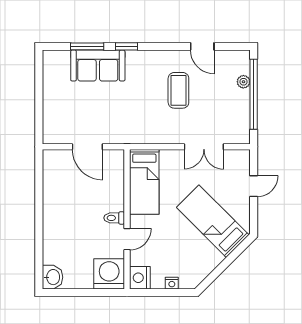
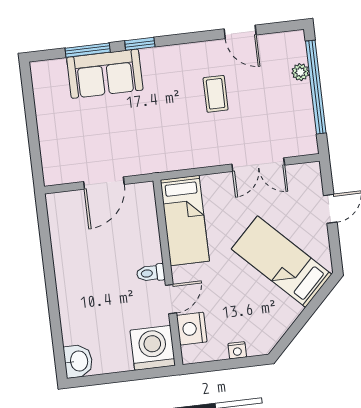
coffee table: (178, 90) -> (216, 94), width x0.73, depth x0.77
door: (87, 147) -> (104, 183), hinge flipped
nightstand: (140, 278) -> (192, 329), moved

